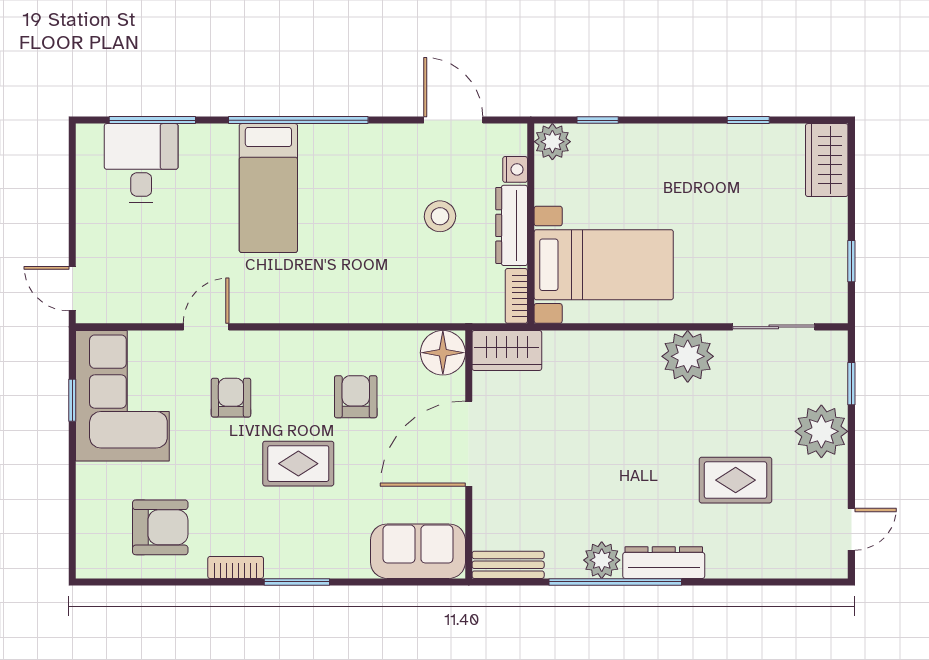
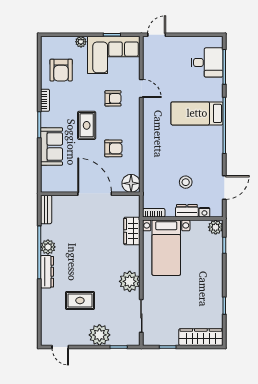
wardrobe: (827, 160) -> (201, 337), width x1.50
dresser: (512, 225) -> (187, 211), width x0.70
wardrobe: (507, 350) -> (132, 231), moved
plant: (90, 478) -> (81, 42), added
rug: (736, 480) -> (80, 300), turned 90
sofa: (418, 551) -> (52, 147), moved

